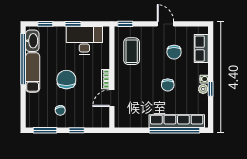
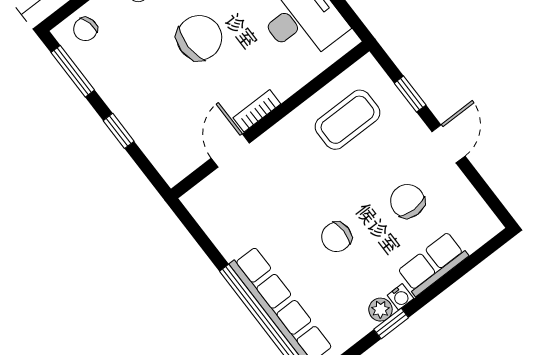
window: (125, 24) -> (410, 94), moved
row of seats: (201, 49) -> (433, 264), moved
chair: (174, 52) -> (407, 201), turned 90
door: (112, 98) -> (230, 151), hinge flipped
chair: (60, 110) -> (85, 29), moved

